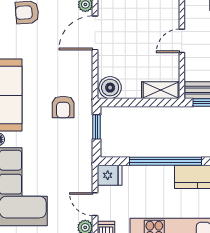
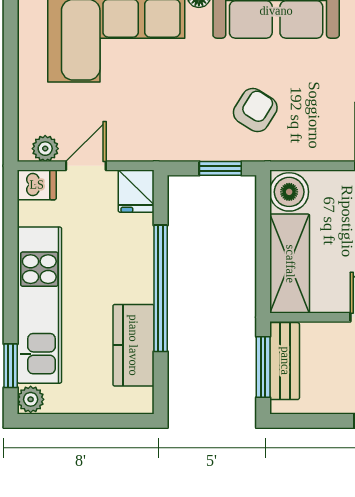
shelving: (161, 90) -> (290, 264), width x1.50, depth x1.33
armchair: (63, 107) -> (255, 110), turned 122

